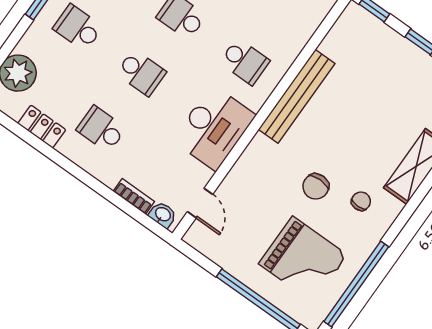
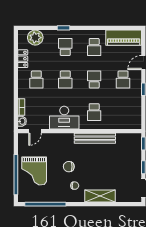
school desk: (101, 129) -> (36, 80), turned 180
grand piano: (303, 259) -> (34, 171), moved

